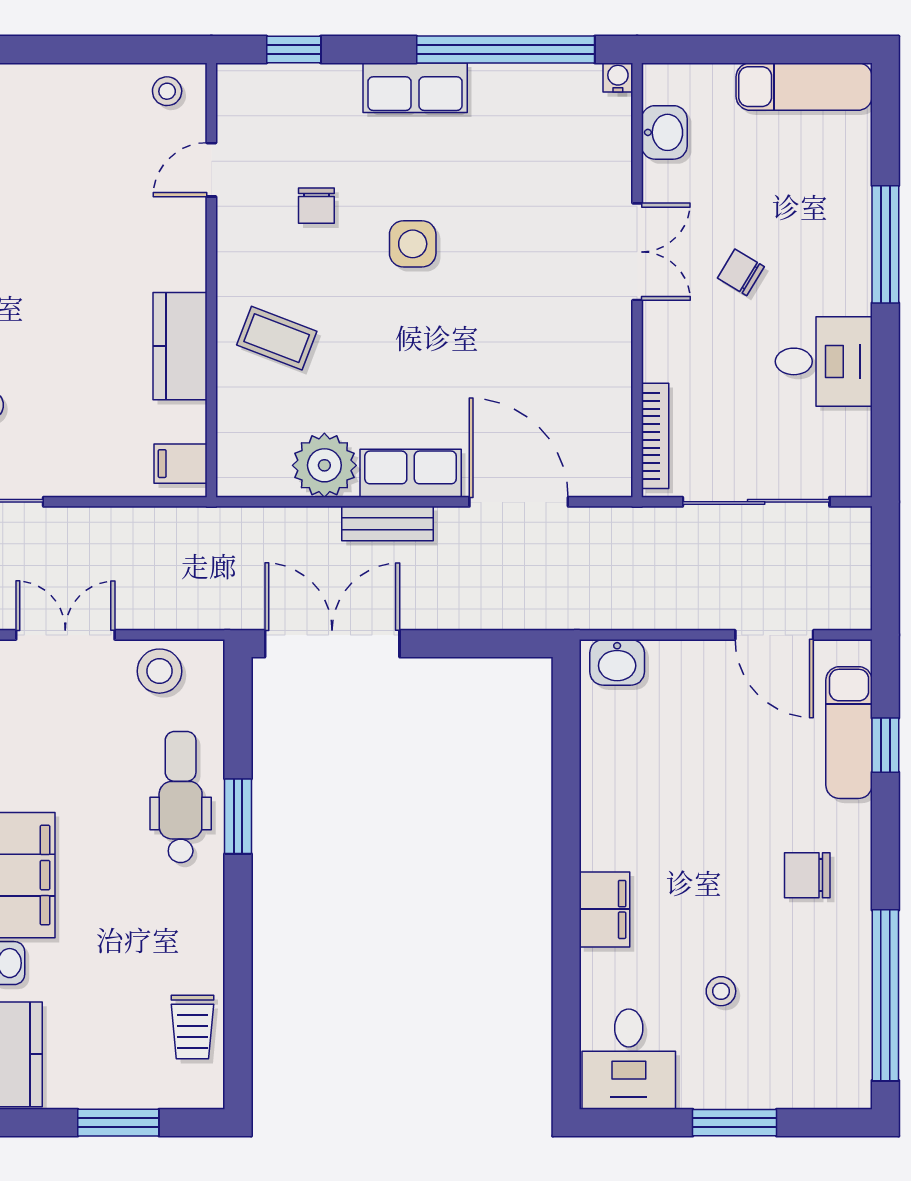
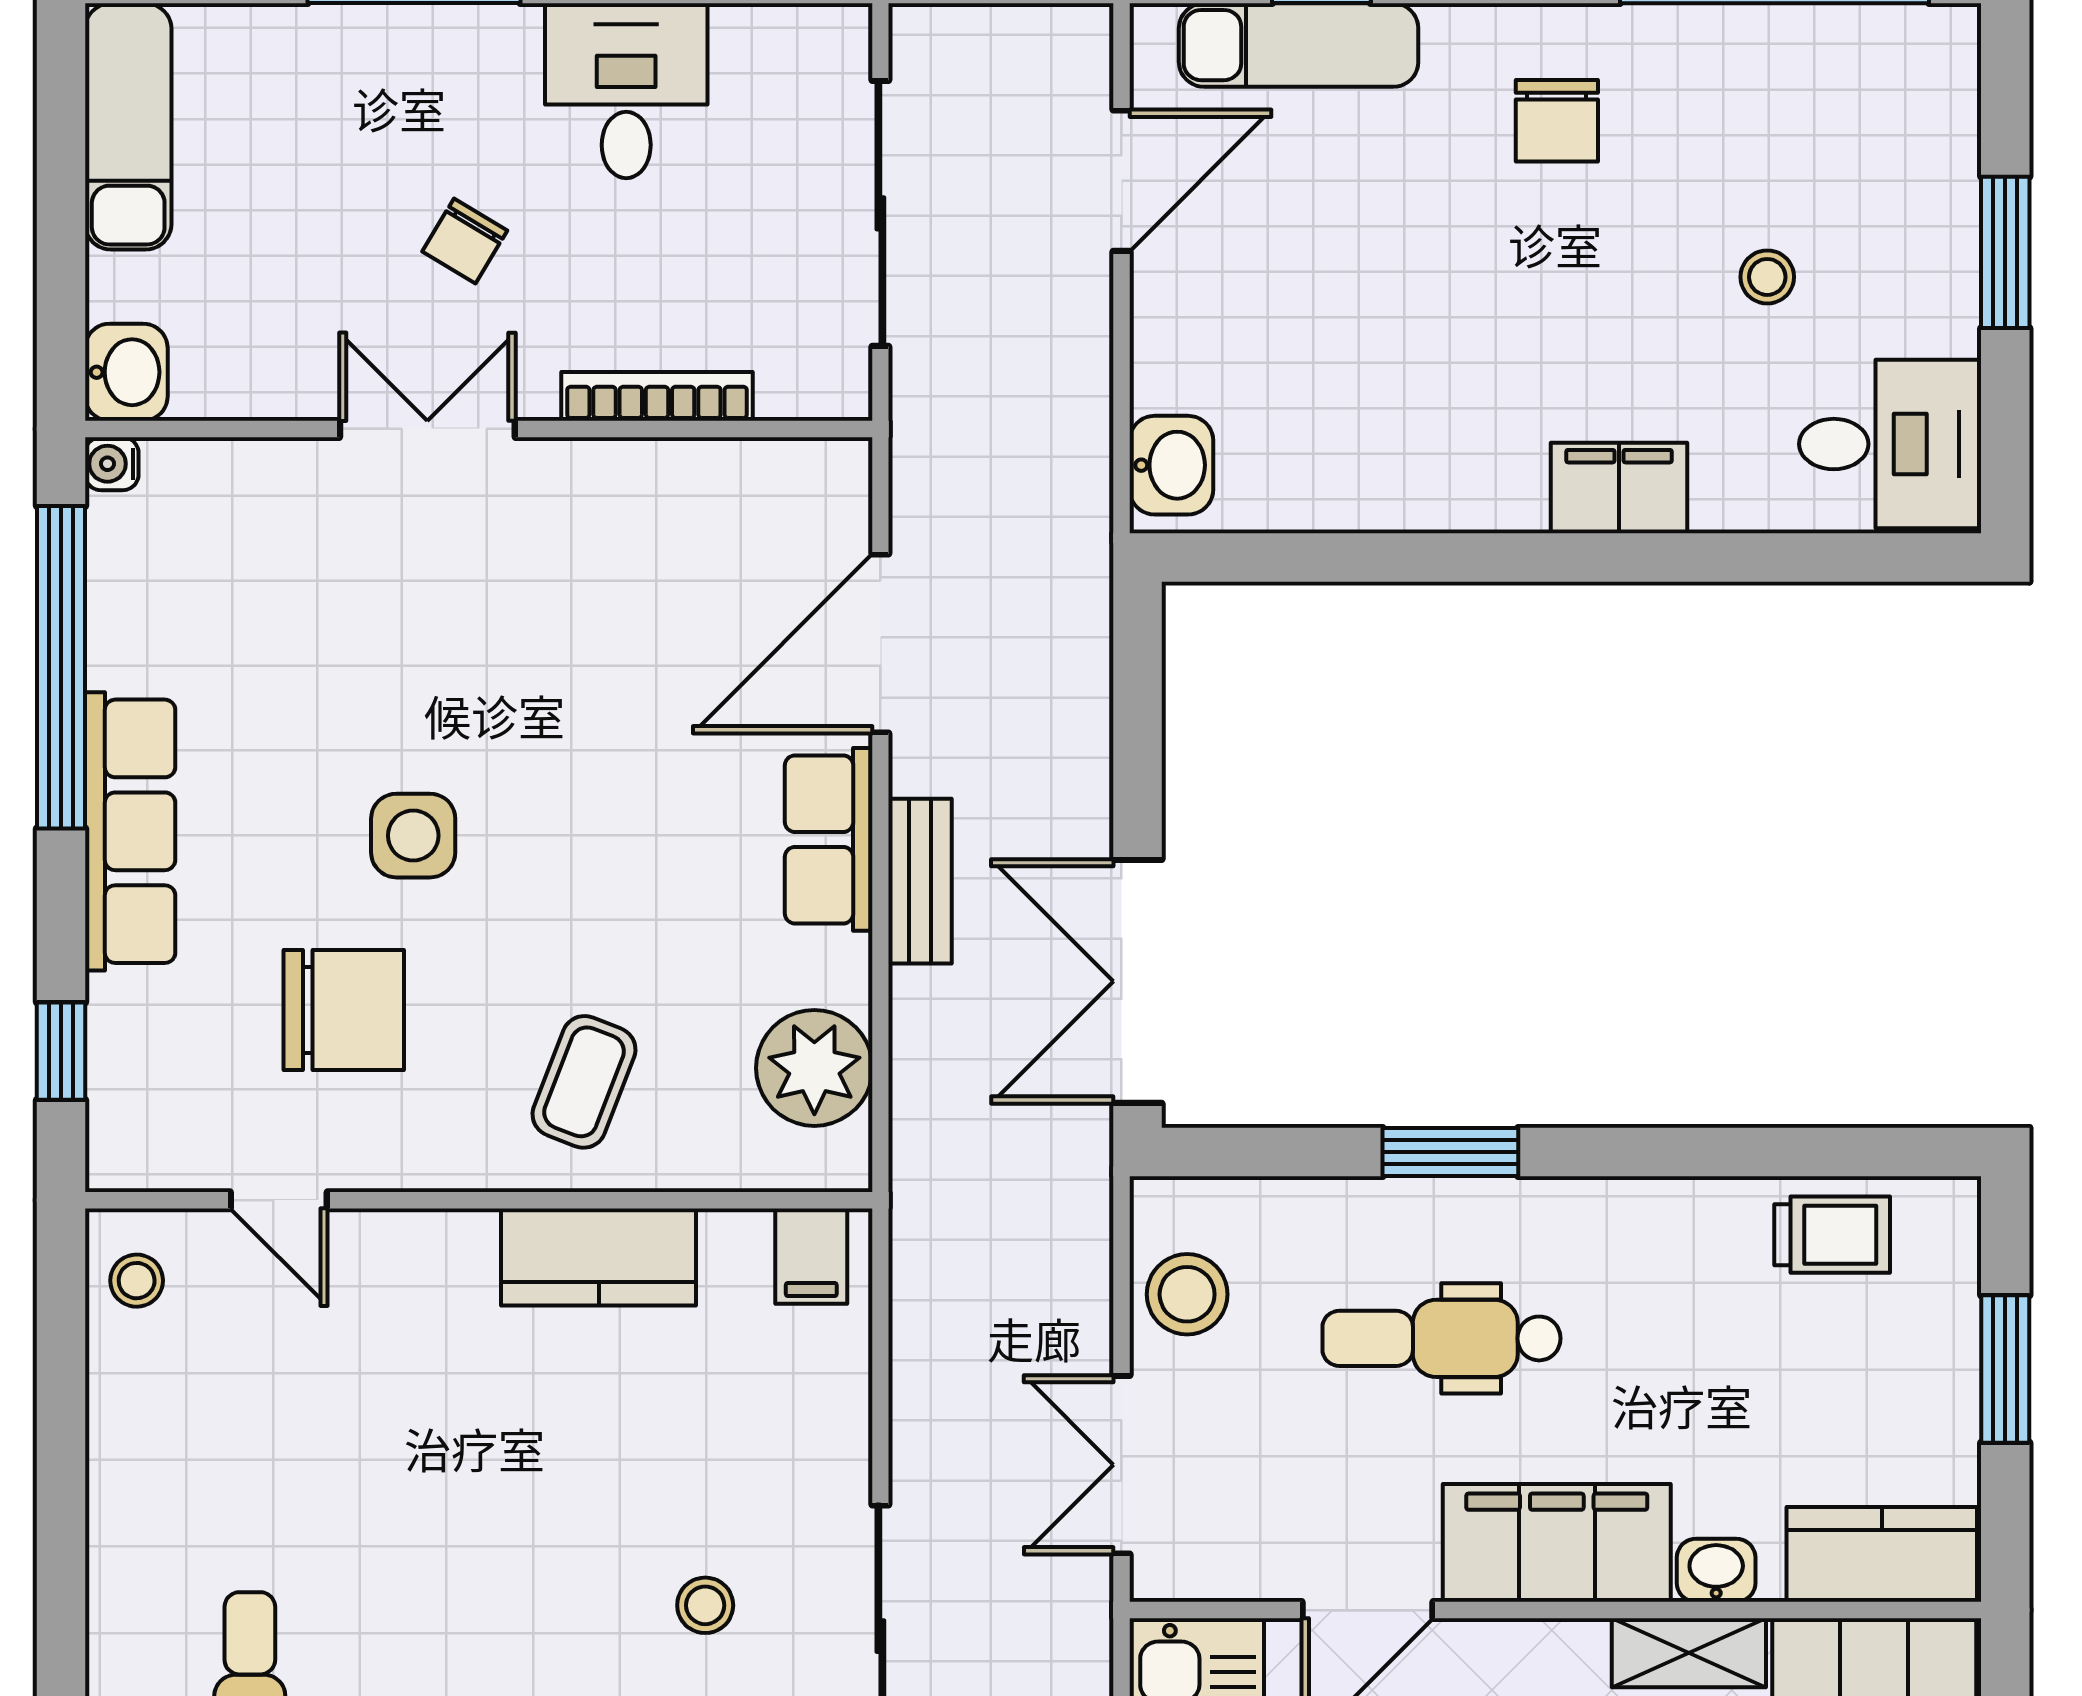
row of seats: (415, 88) -> (130, 831), width x1.48
washbasin: (664, 132) -> (126, 372), moved, turned 90
chair: (316, 206) -> (344, 1010), width x1.87, depth x1.87
bookcase: (655, 436) -> (657, 396), moved
plant: (324, 465) -> (814, 1068), moved
dental chair: (181, 797) -> (1441, 1338), moved

